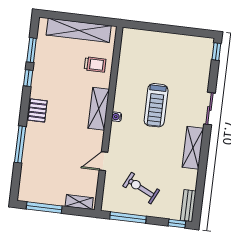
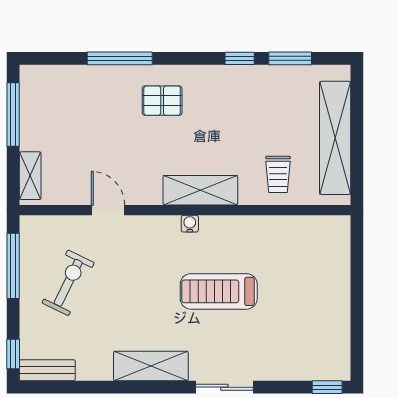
pallet: (38, 110) -> (162, 101), moved

